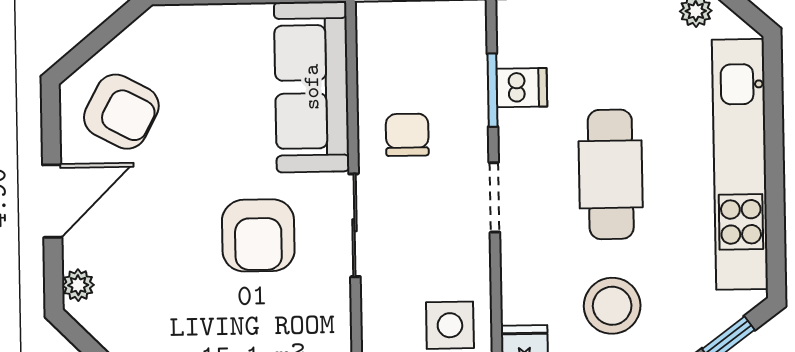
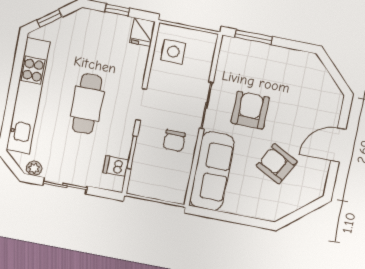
dishwasher: (522, 88) -> (116, 166), moved
armchair: (121, 112) -> (277, 164), moved
plant: (78, 285) -> (335, 105), removed
stool: (612, 306) -> (99, 45), removed

